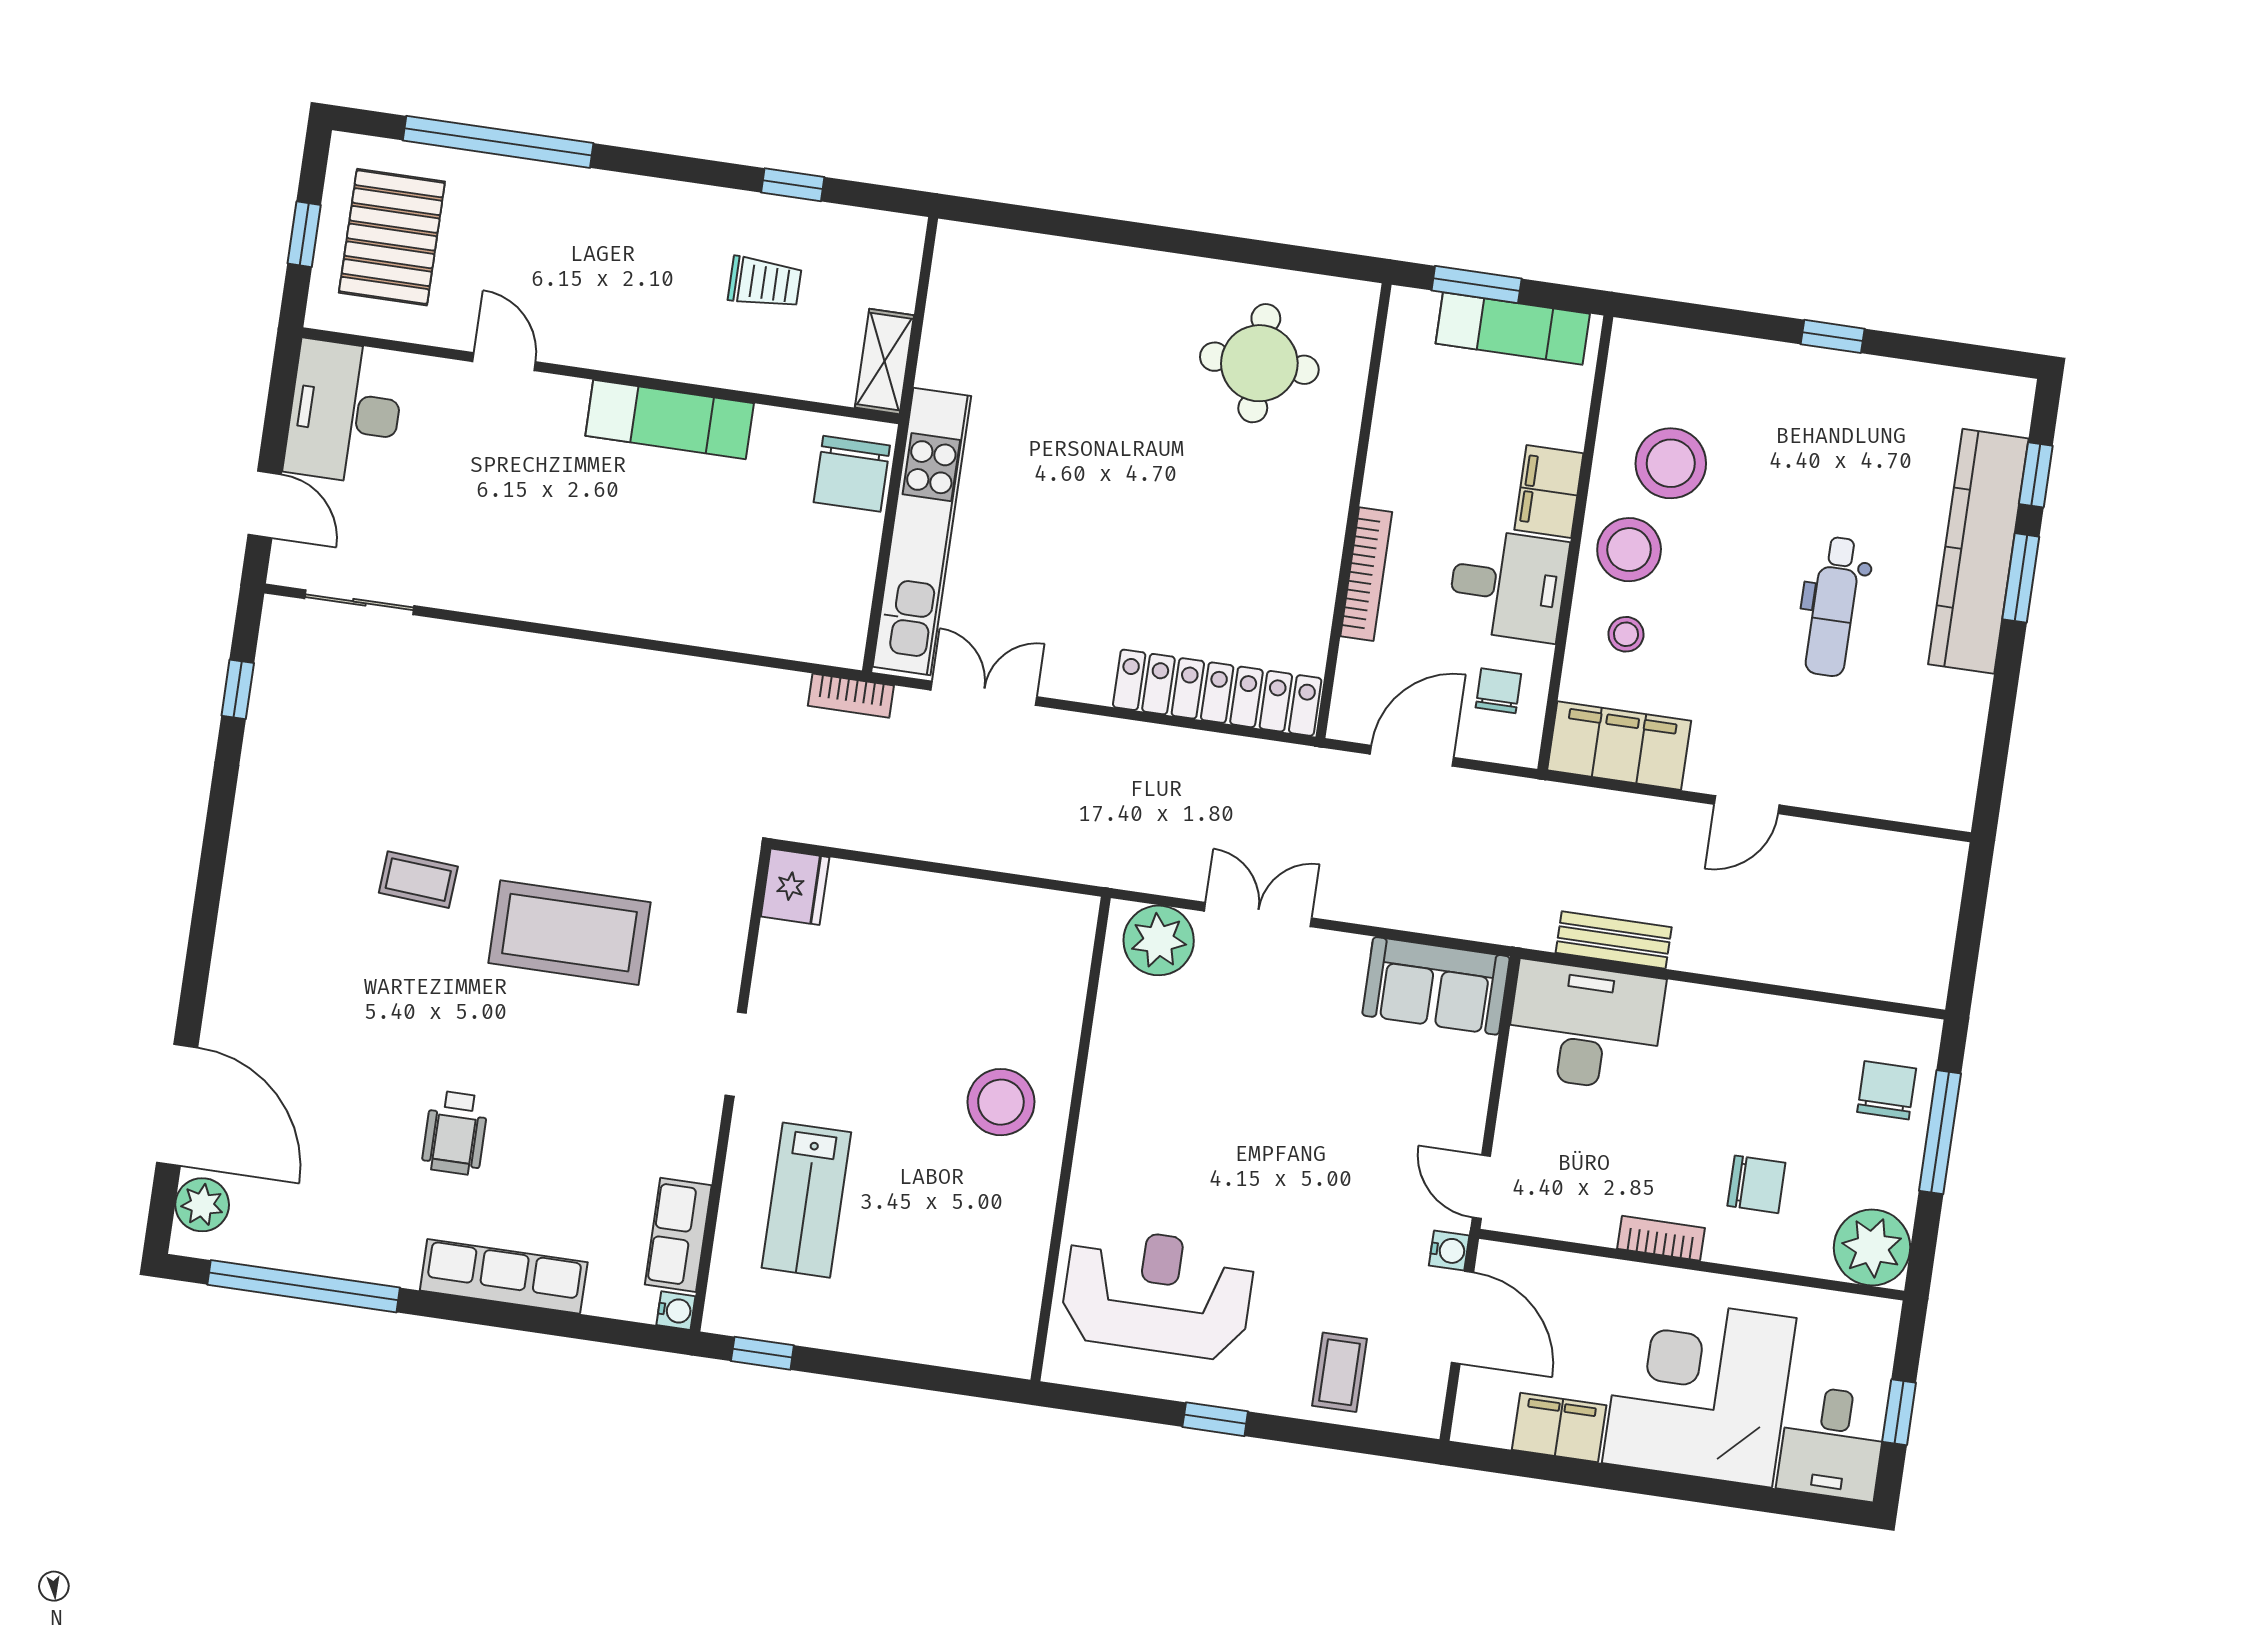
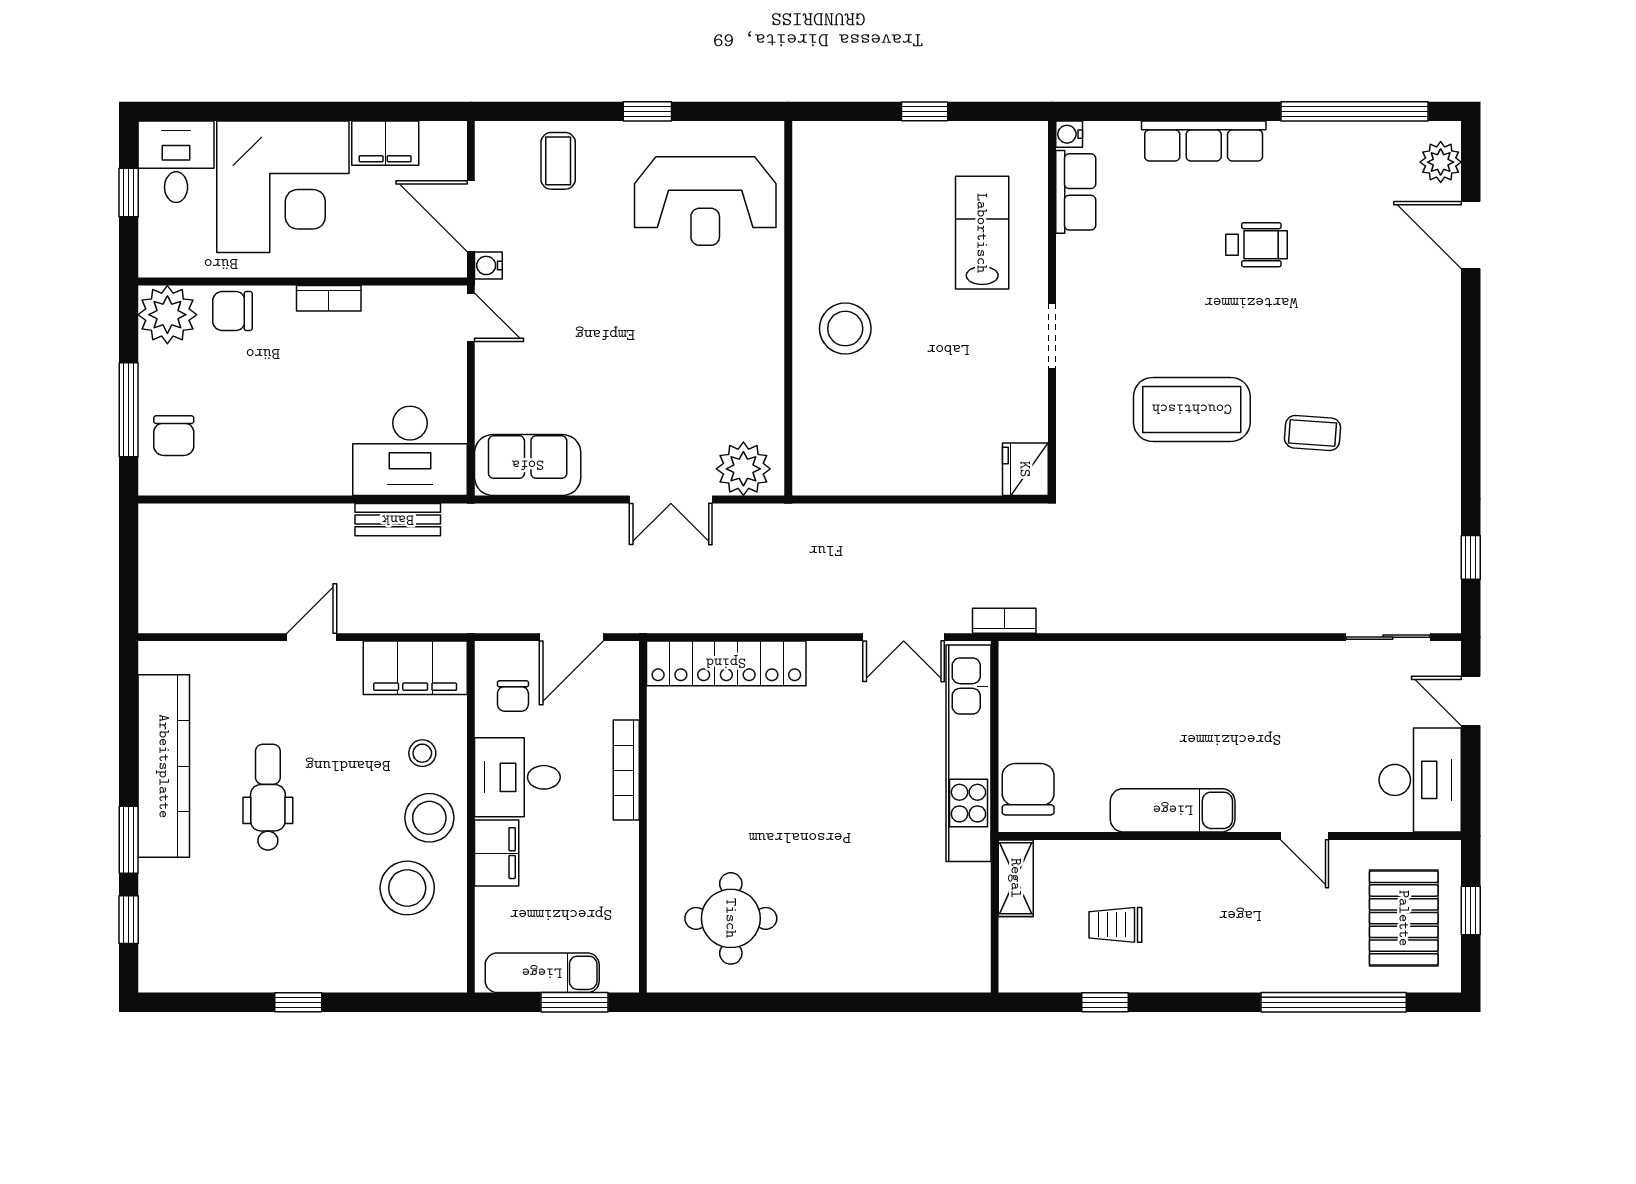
kitchen counter: (1978, 551) -> (164, 766), moved
door: (177, 1105) -> (1471, 235), width x0.73
wheelchair: (455, 1133) -> (1256, 245), turned 90
chair: (1756, 1184) -> (232, 311), moved
window: (762, 1353) -> (925, 111), moved

